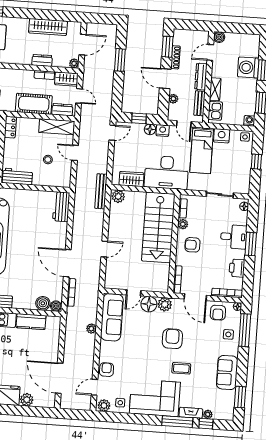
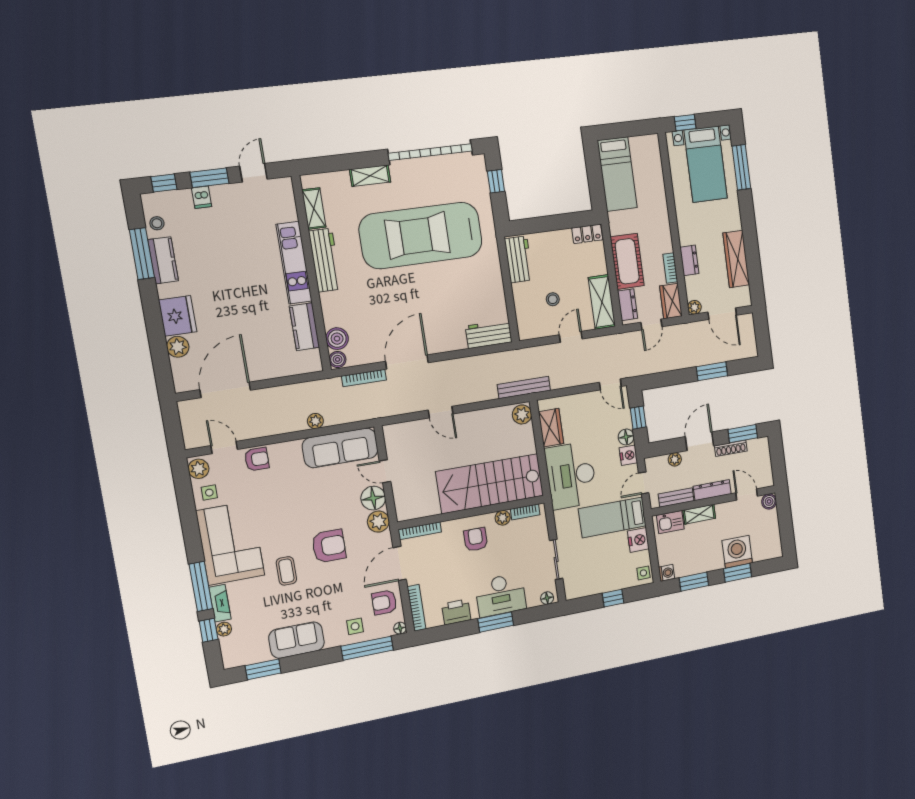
desk: (234, 237) -> (501, 595), width x1.37

